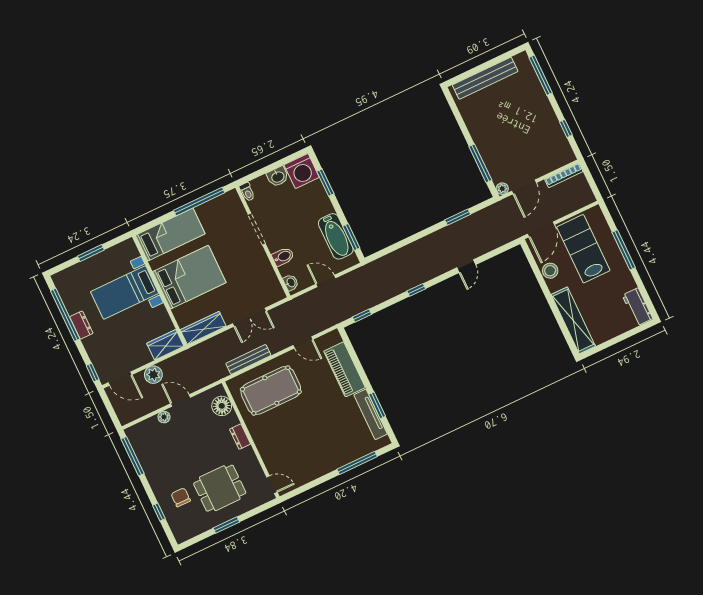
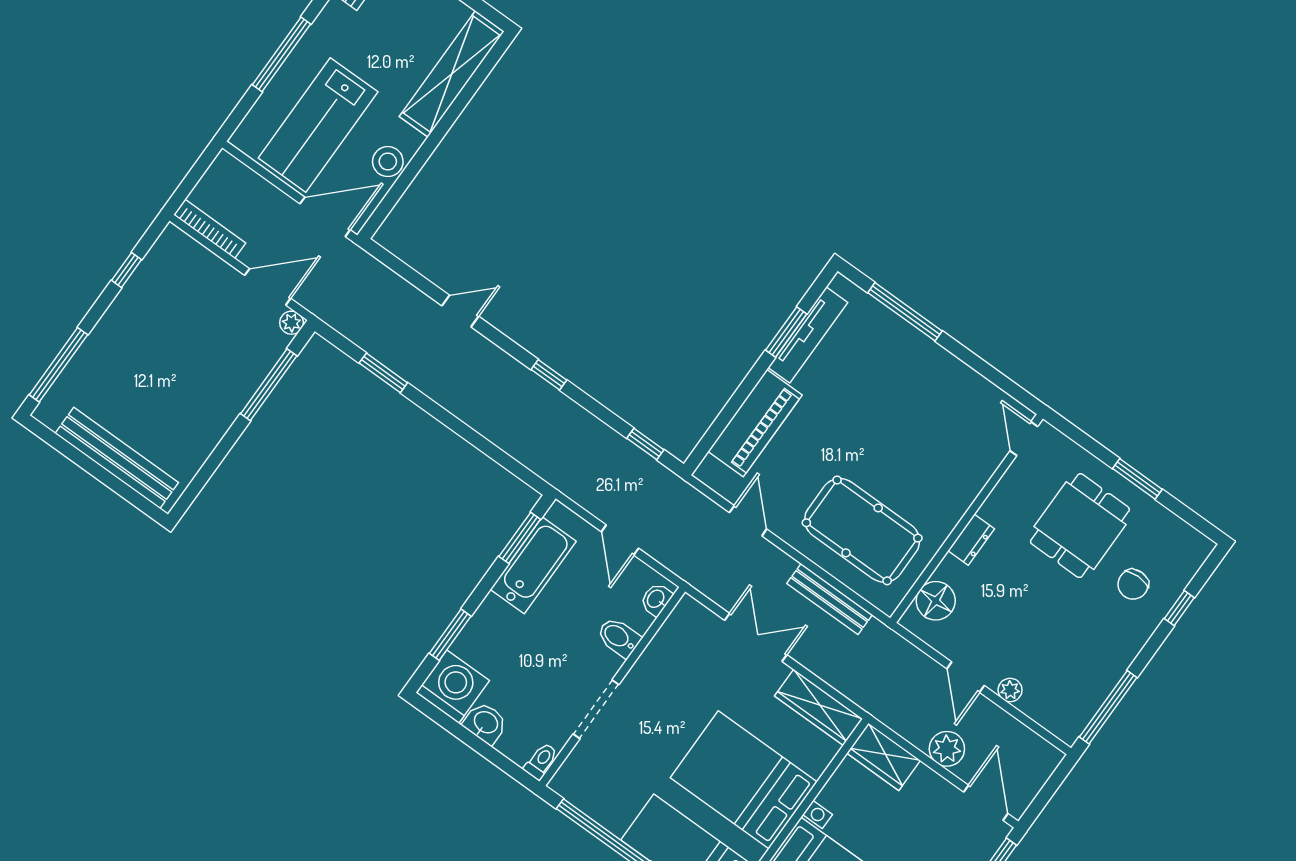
dining table: (220, 488) -> (1080, 526), turned 90

